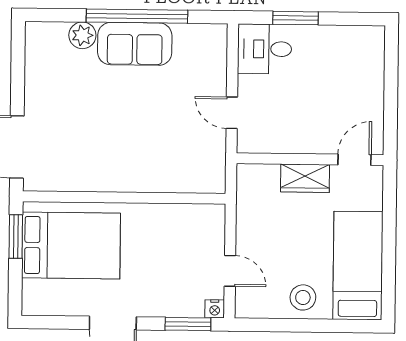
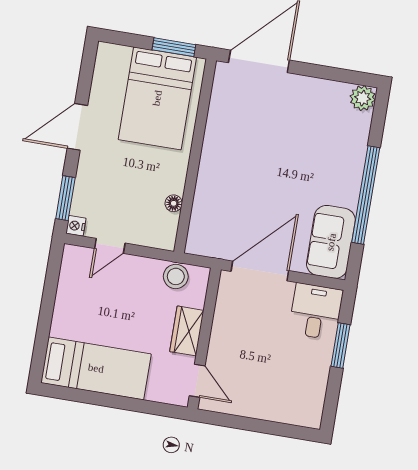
plant: (82, 35) -> (363, 98), moved
sofa: (135, 44) -> (331, 242), moved
door: (232, 113) -> (260, 271), width x1.87
floor lamp: (176, 212) -> (174, 203), added
stool: (303, 297) -> (176, 276), moved

